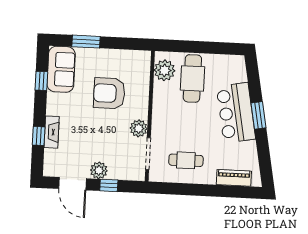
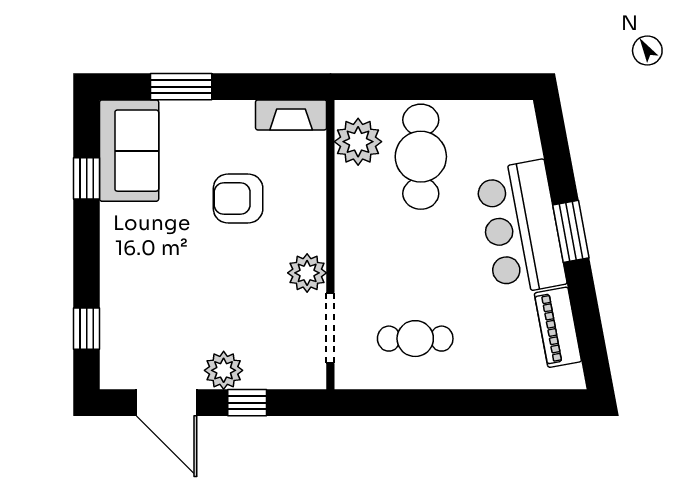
armchair: (109, 93) -> (238, 199), width x0.73, depth x0.73
fireplace: (52, 132) -> (291, 115), moved, turned 90
window: (39, 136) -> (87, 329), moved
piano: (234, 178) -> (558, 327), moved, turned -101

